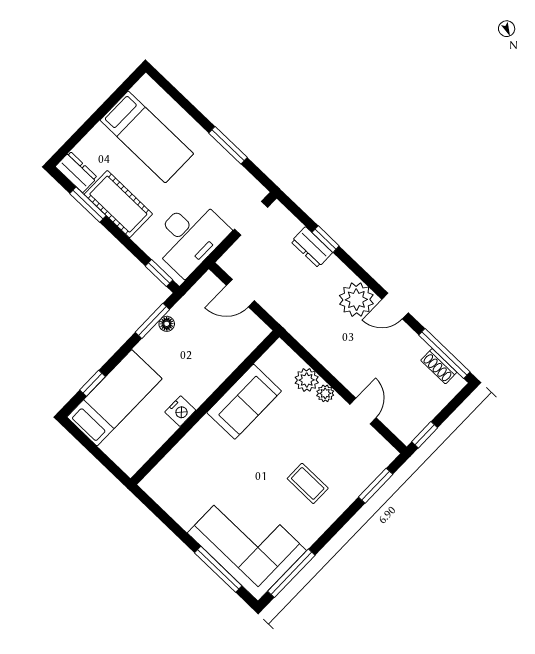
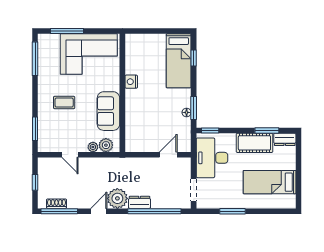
window: (326, 239) -> (154, 211), width x3.17
dresser: (312, 247) -> (140, 202), moved
sofa: (244, 402) -> (108, 111), moved
wall: (205, 408) -> (122, 93), moved
nightstand: (180, 411) -> (131, 82), moved
window: (425, 435) -> (35, 182), moved
corner sofa: (247, 542) -> (89, 54), moved

